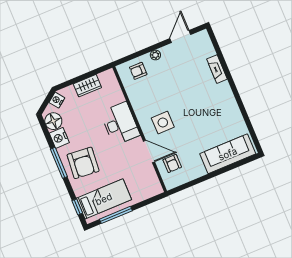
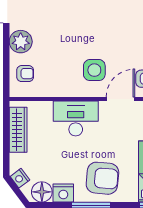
plant: (155, 55) -> (21, 42), width x1.87, depth x1.87
armchair: (138, 71) -> (25, 74), turned -90
wardrobe: (87, 86) -> (18, 130), width x1.50

